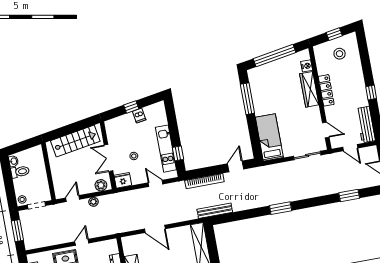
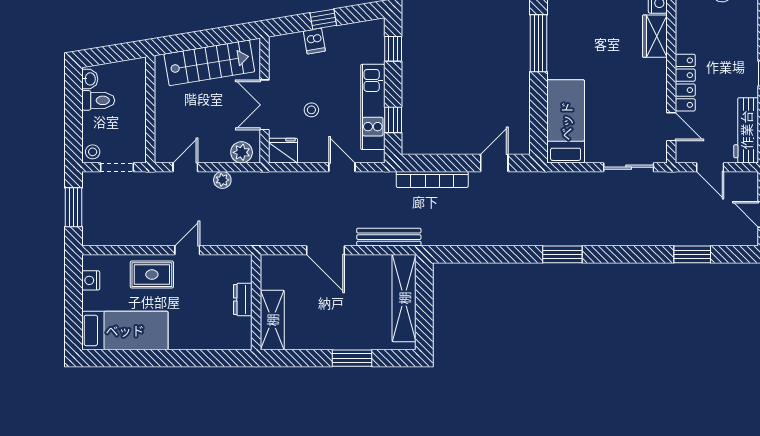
wardrobe: (309, 89) -> (655, 36), width x0.67
locker: (326, 90) -> (685, 83), moved
dishwasher: (139, 116) -> (314, 41), moved
window: (171, 116) -> (393, 49), added
bench: (215, 211) -> (389, 237), moved

